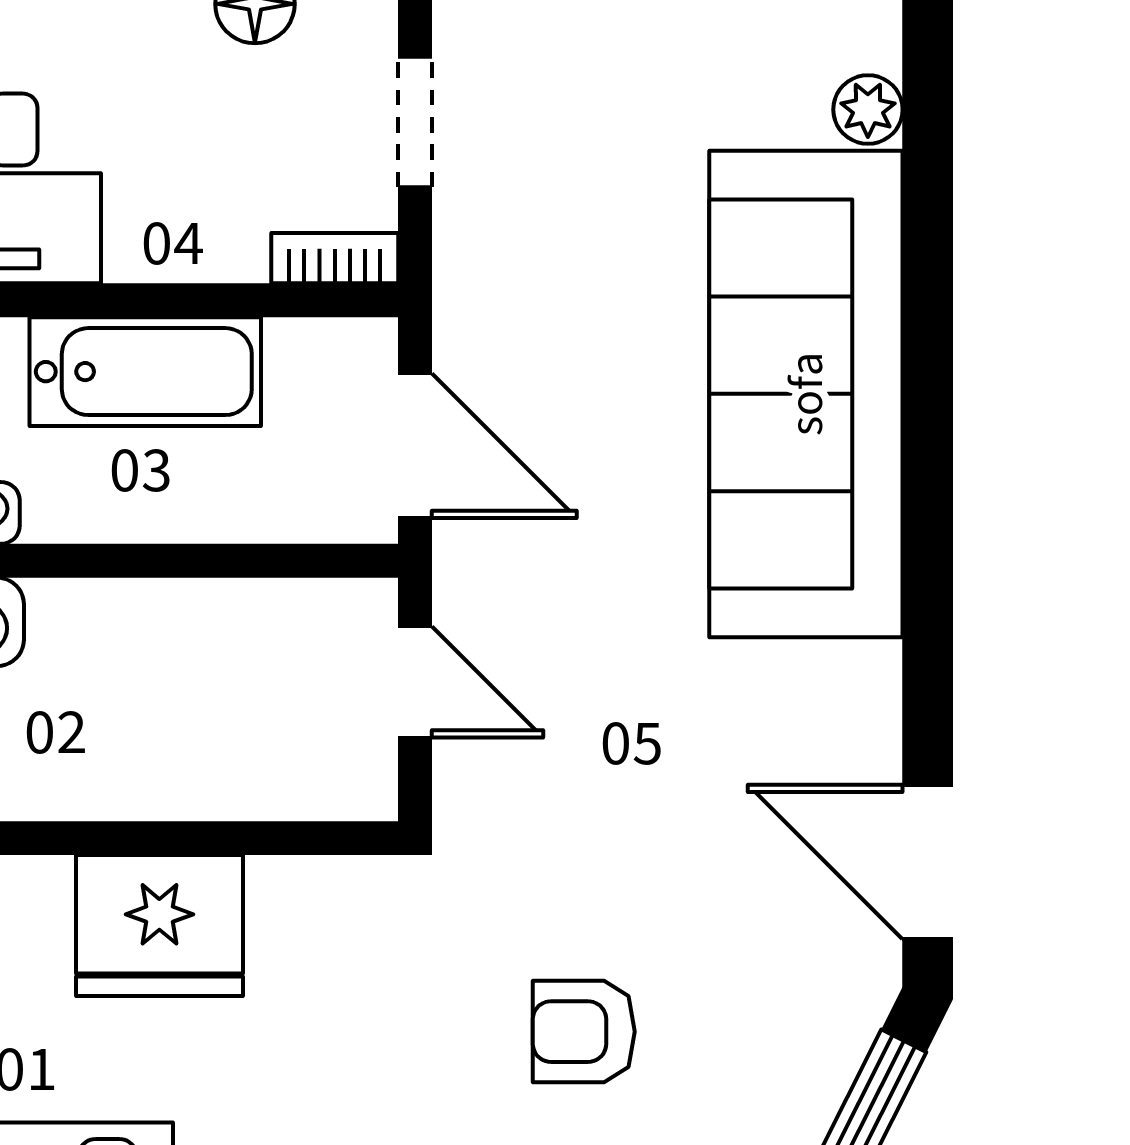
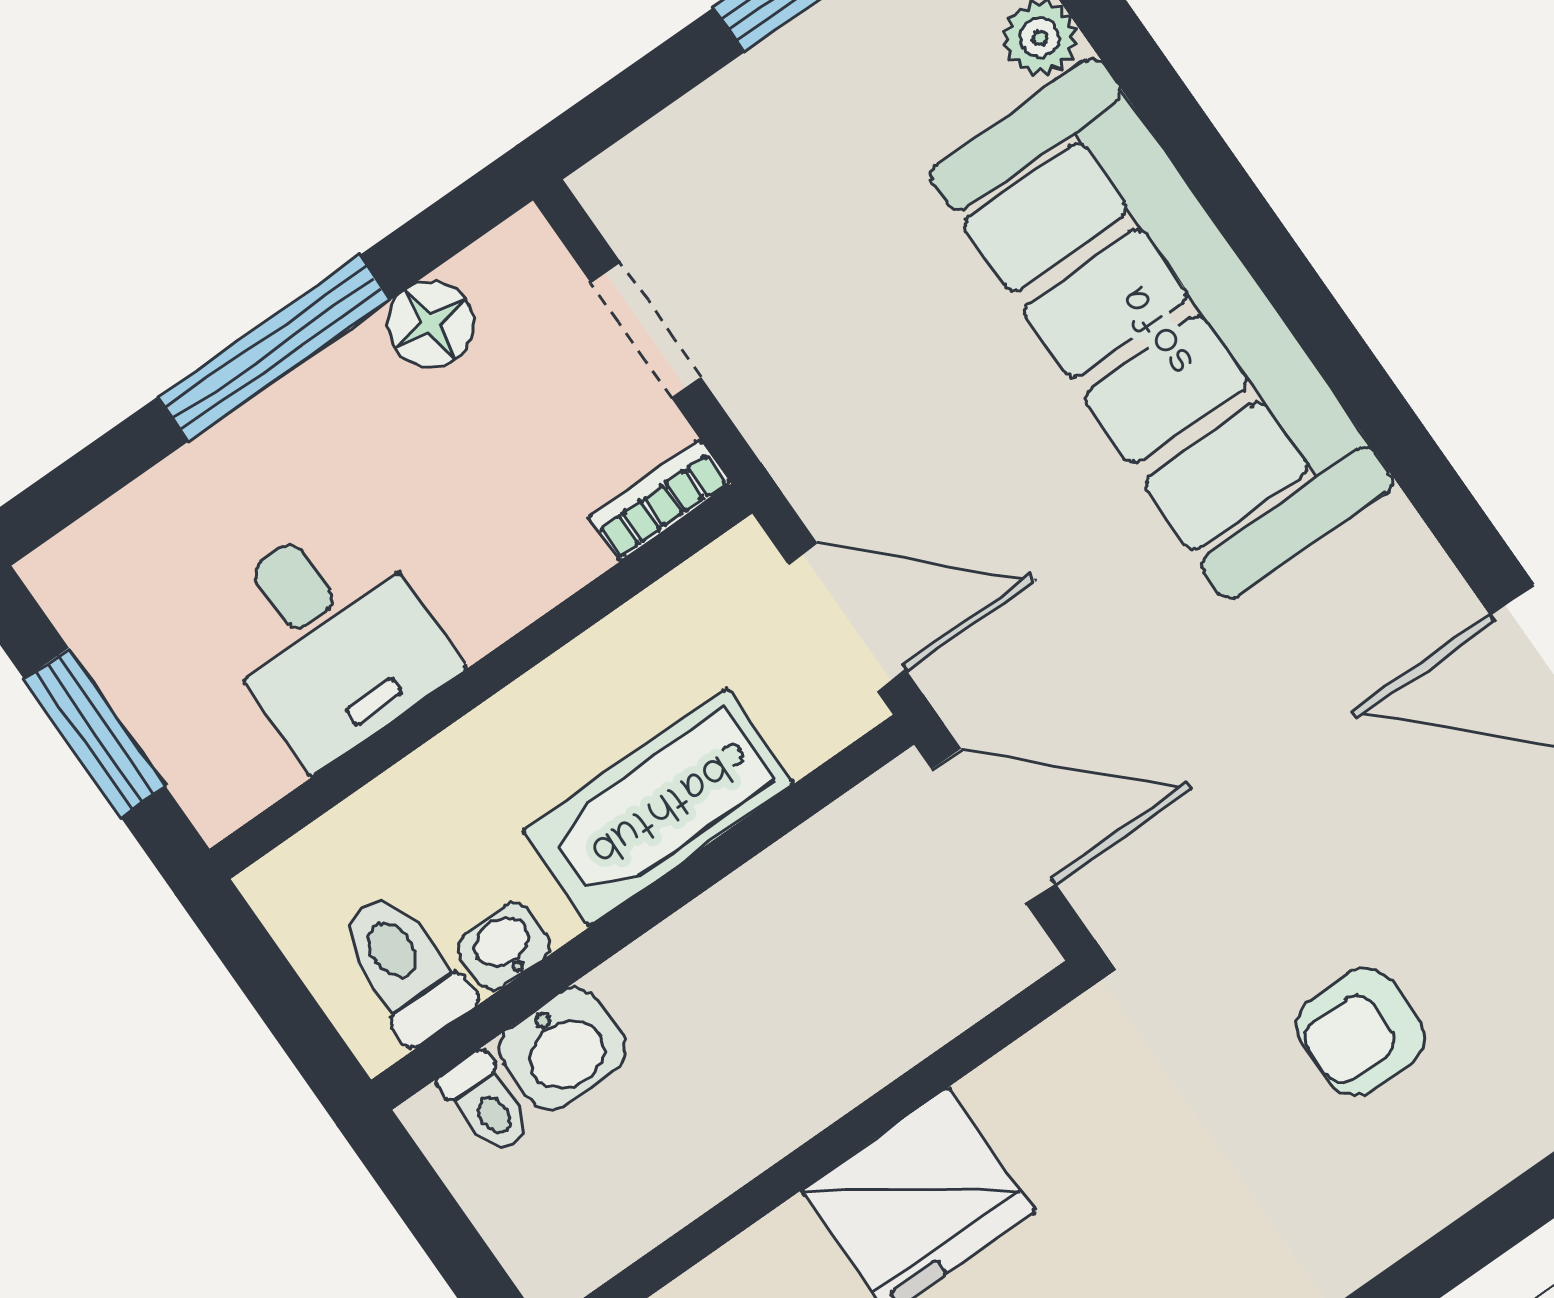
bathtub: (145, 372) -> (658, 807), moved, turned 180
door: (415, 682) -> (994, 827), width x1.38

